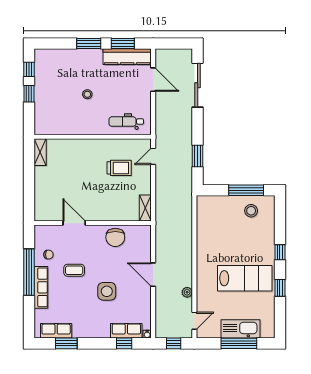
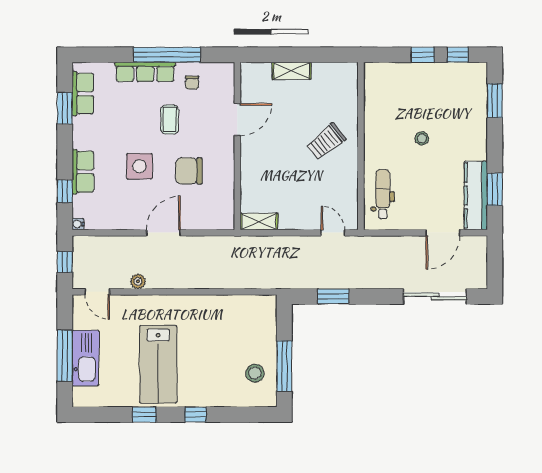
window: (89, 43) -> (495, 101), moved
shelving: (40, 152) -> (291, 71), moved
trolley: (119, 168) -> (326, 142), moved, turned 51
chair: (115, 237) -> (189, 171), moved
row of seats: (126, 331) -> (83, 172), moved

